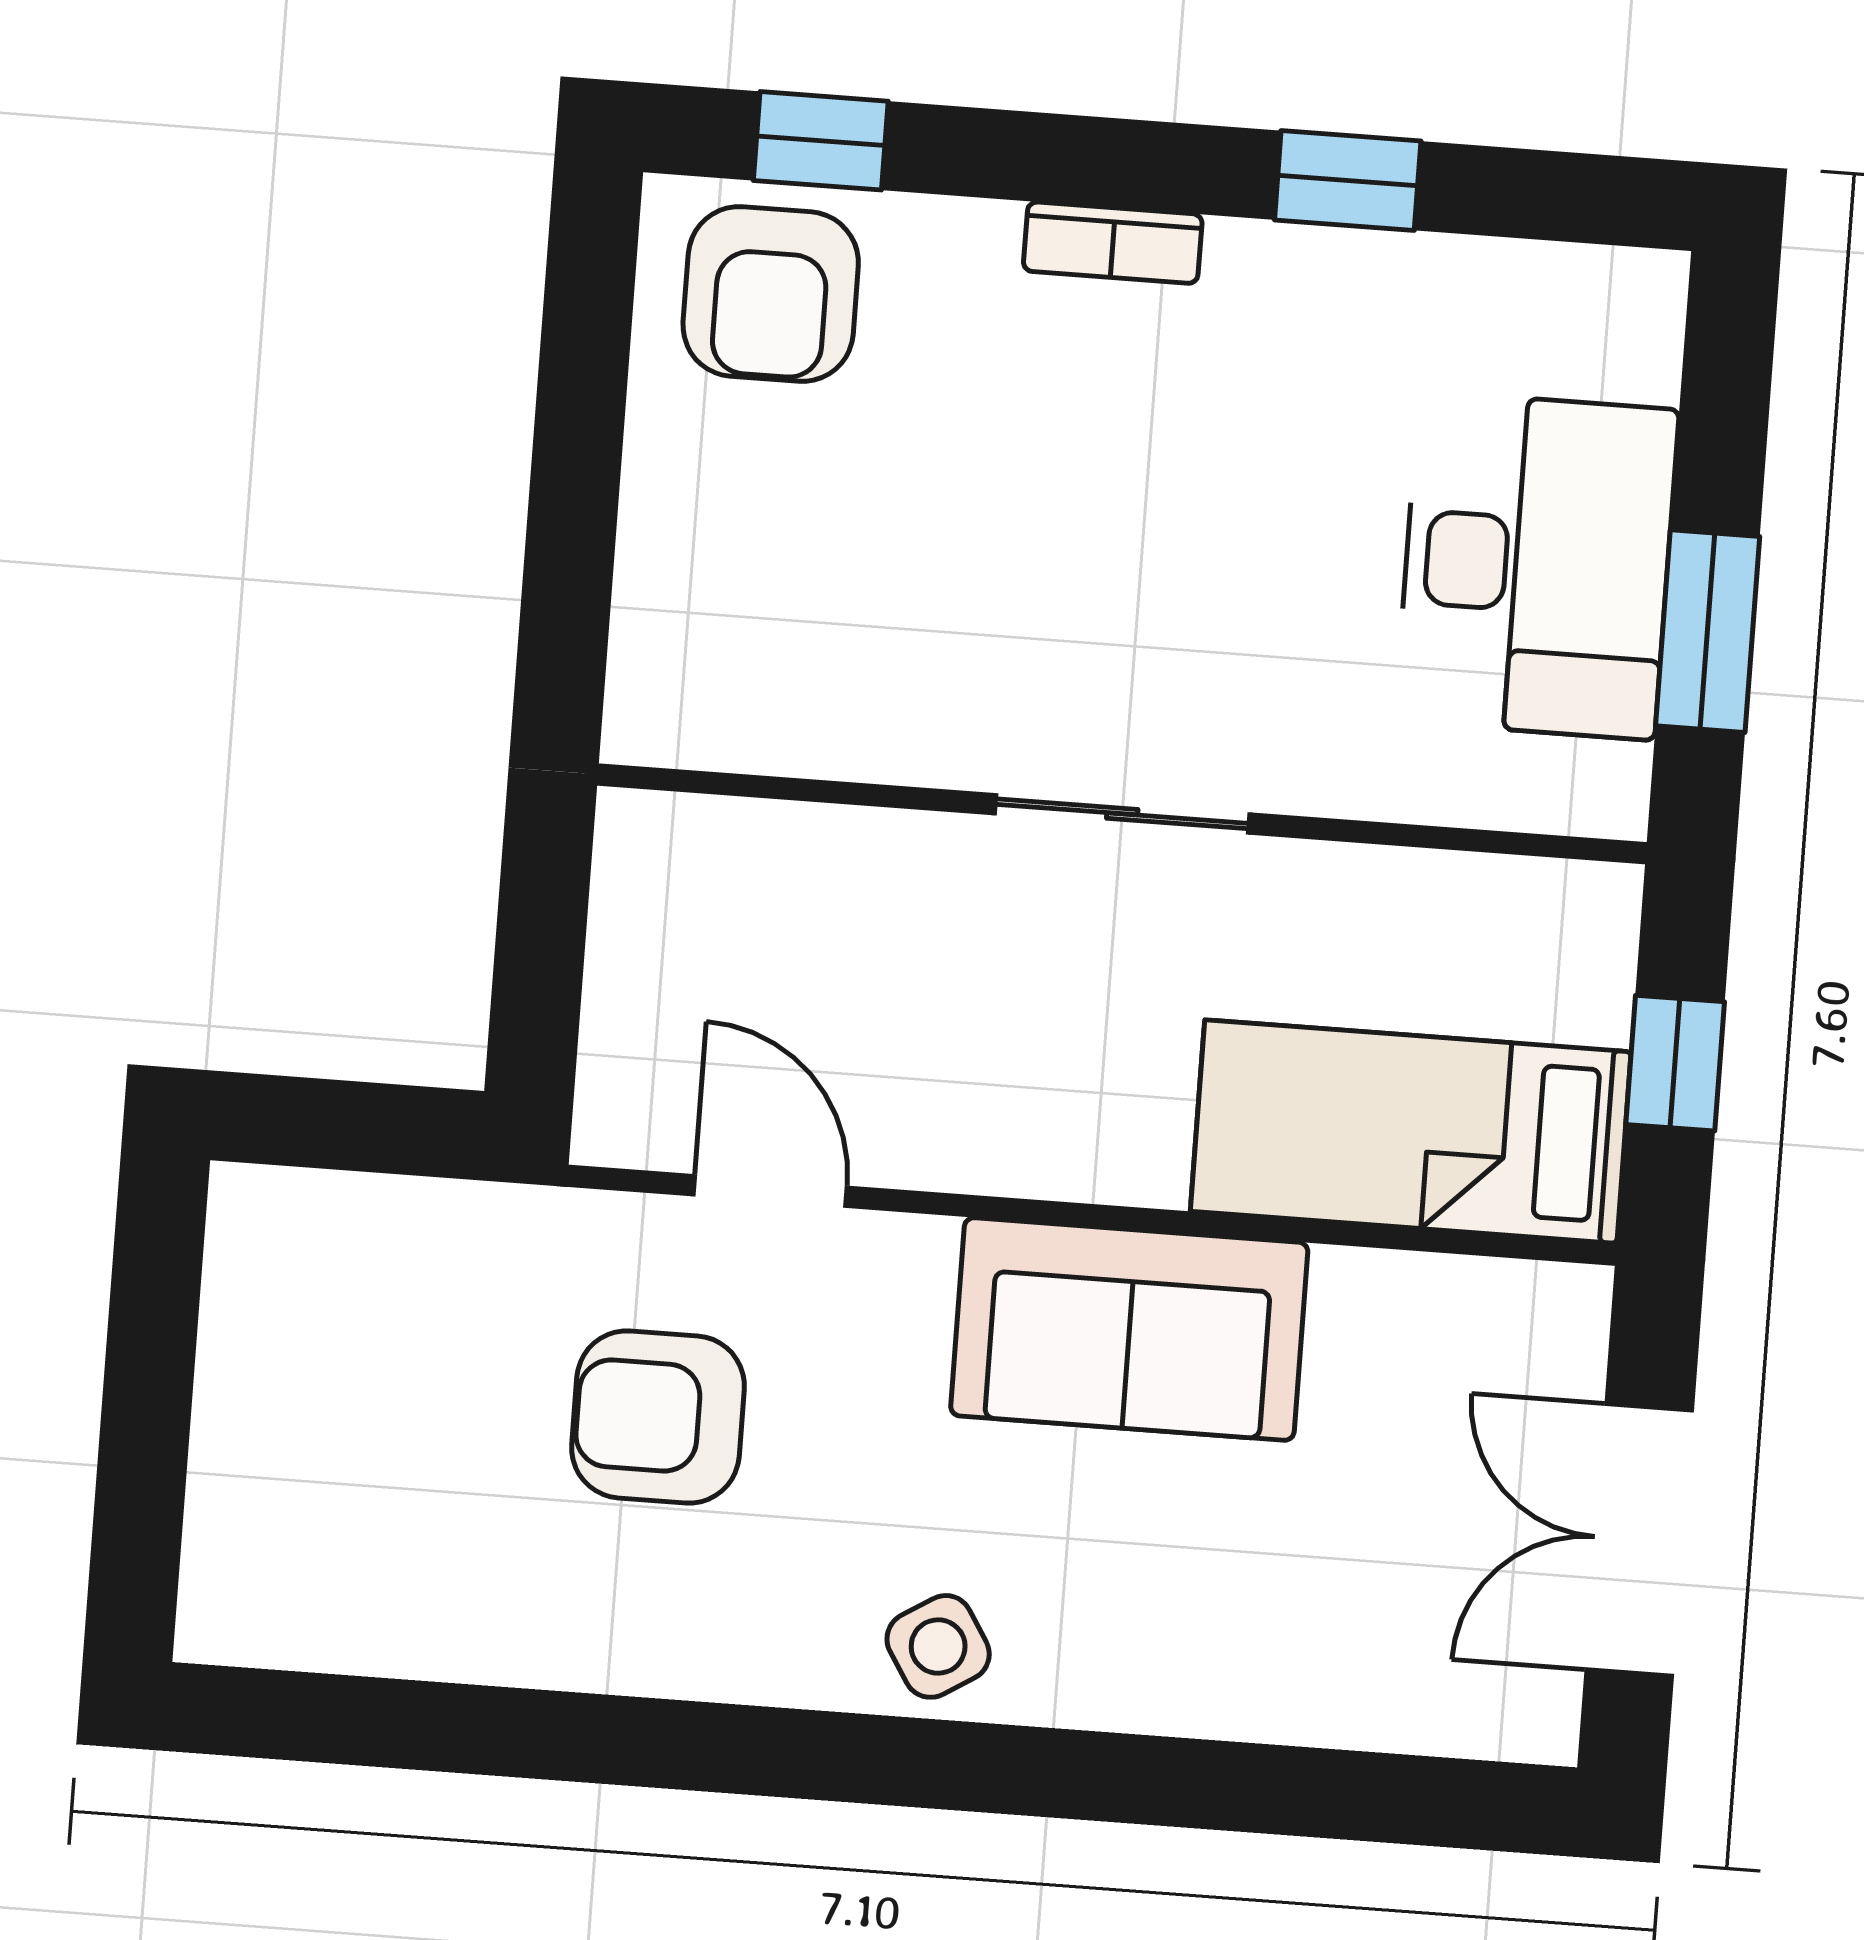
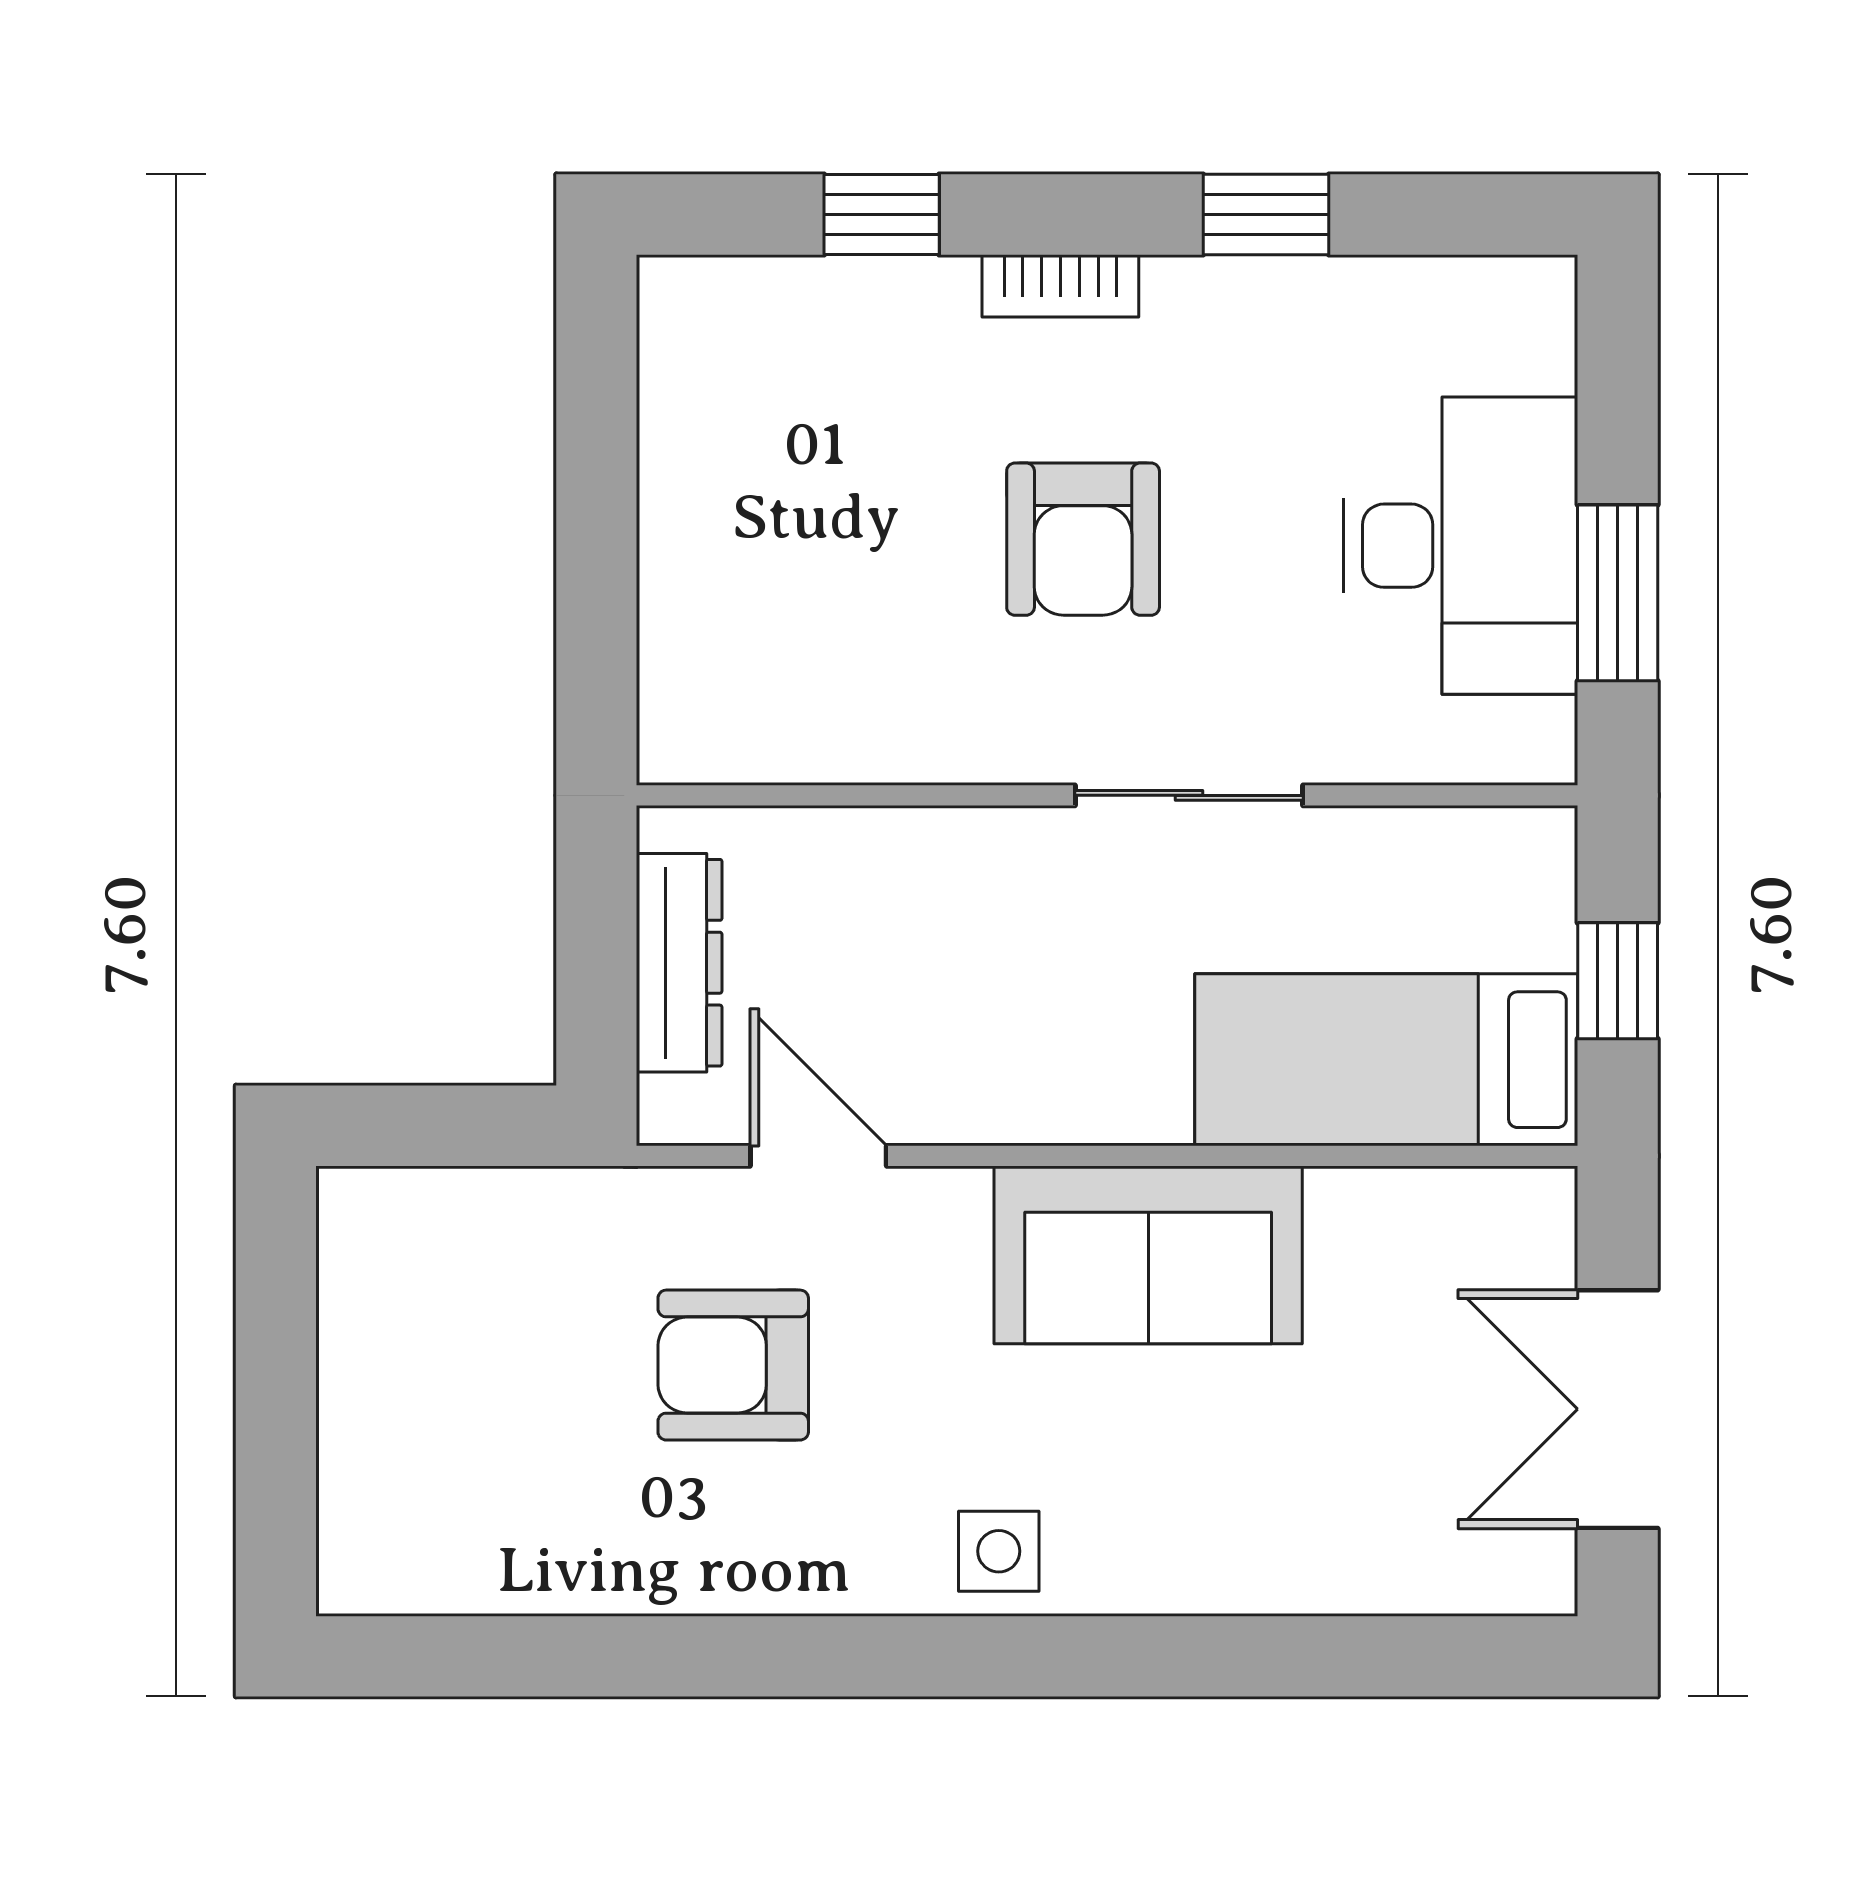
window: (821, 141) -> (882, 215), moved
armchair: (771, 294) -> (1083, 539), moved
sliding door: (1122, 814) -> (1189, 795), moved
dresser: (631, 964) -> (679, 963), added
side table: (938, 1646) -> (999, 1551), turned 32

